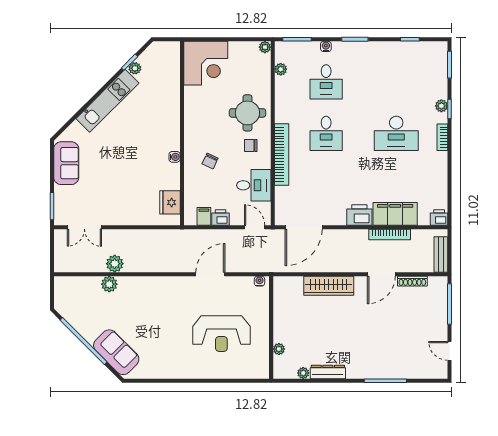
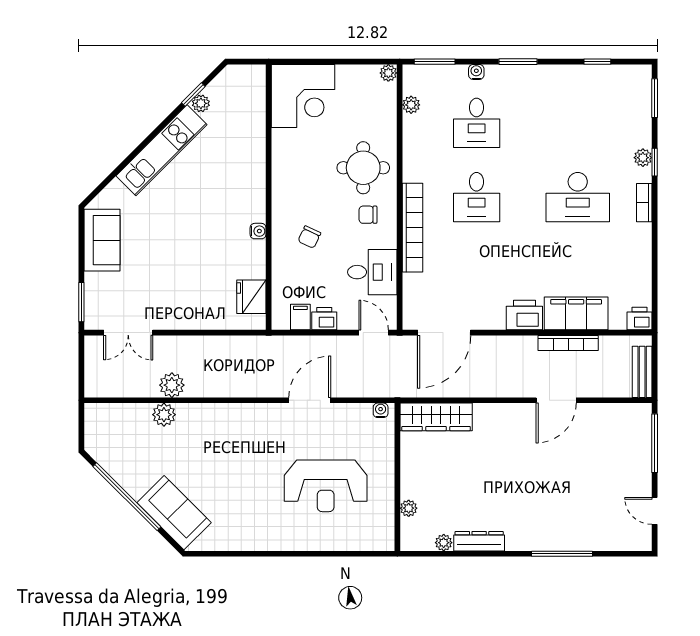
shoe rack: (412, 281) -> (601, 410), removed
wardrobe: (329, 286) -> (436, 417), moved

